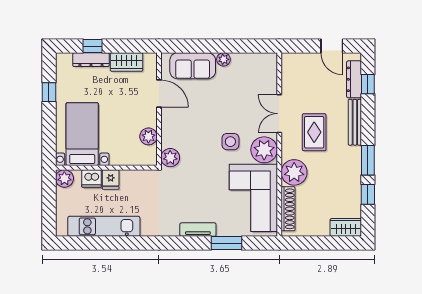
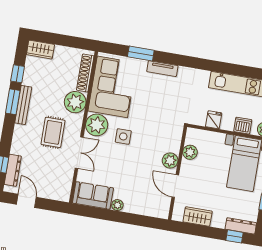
window: (92, 46) -> (234, 236), moved
dresser: (91, 60) -> (241, 226), moved
sofa: (193, 66) -> (93, 195), moved
bench: (355, 122) -> (23, 105), moved
plant: (170, 158) -> (170, 161), moved
fridge: (111, 179) -> (214, 120), moved

